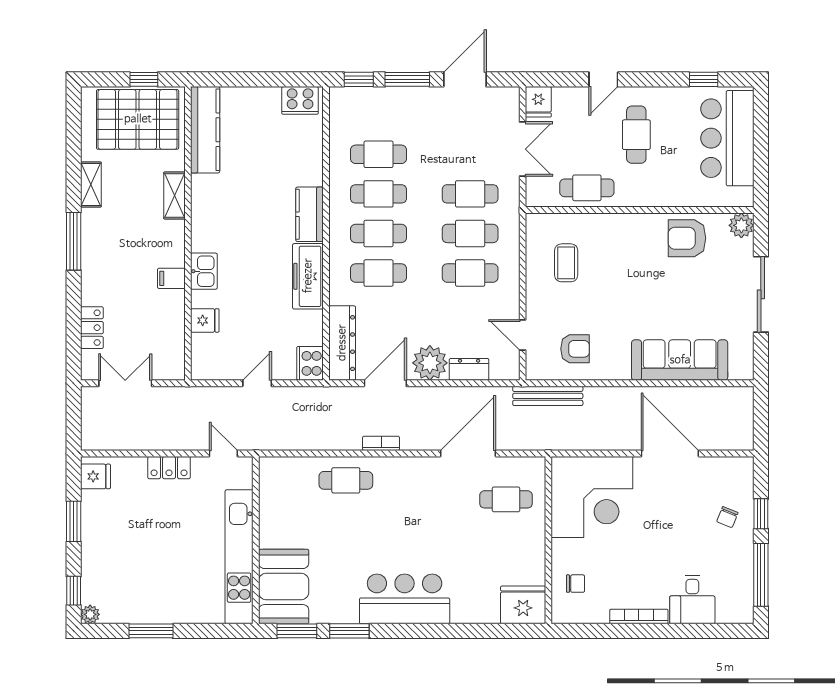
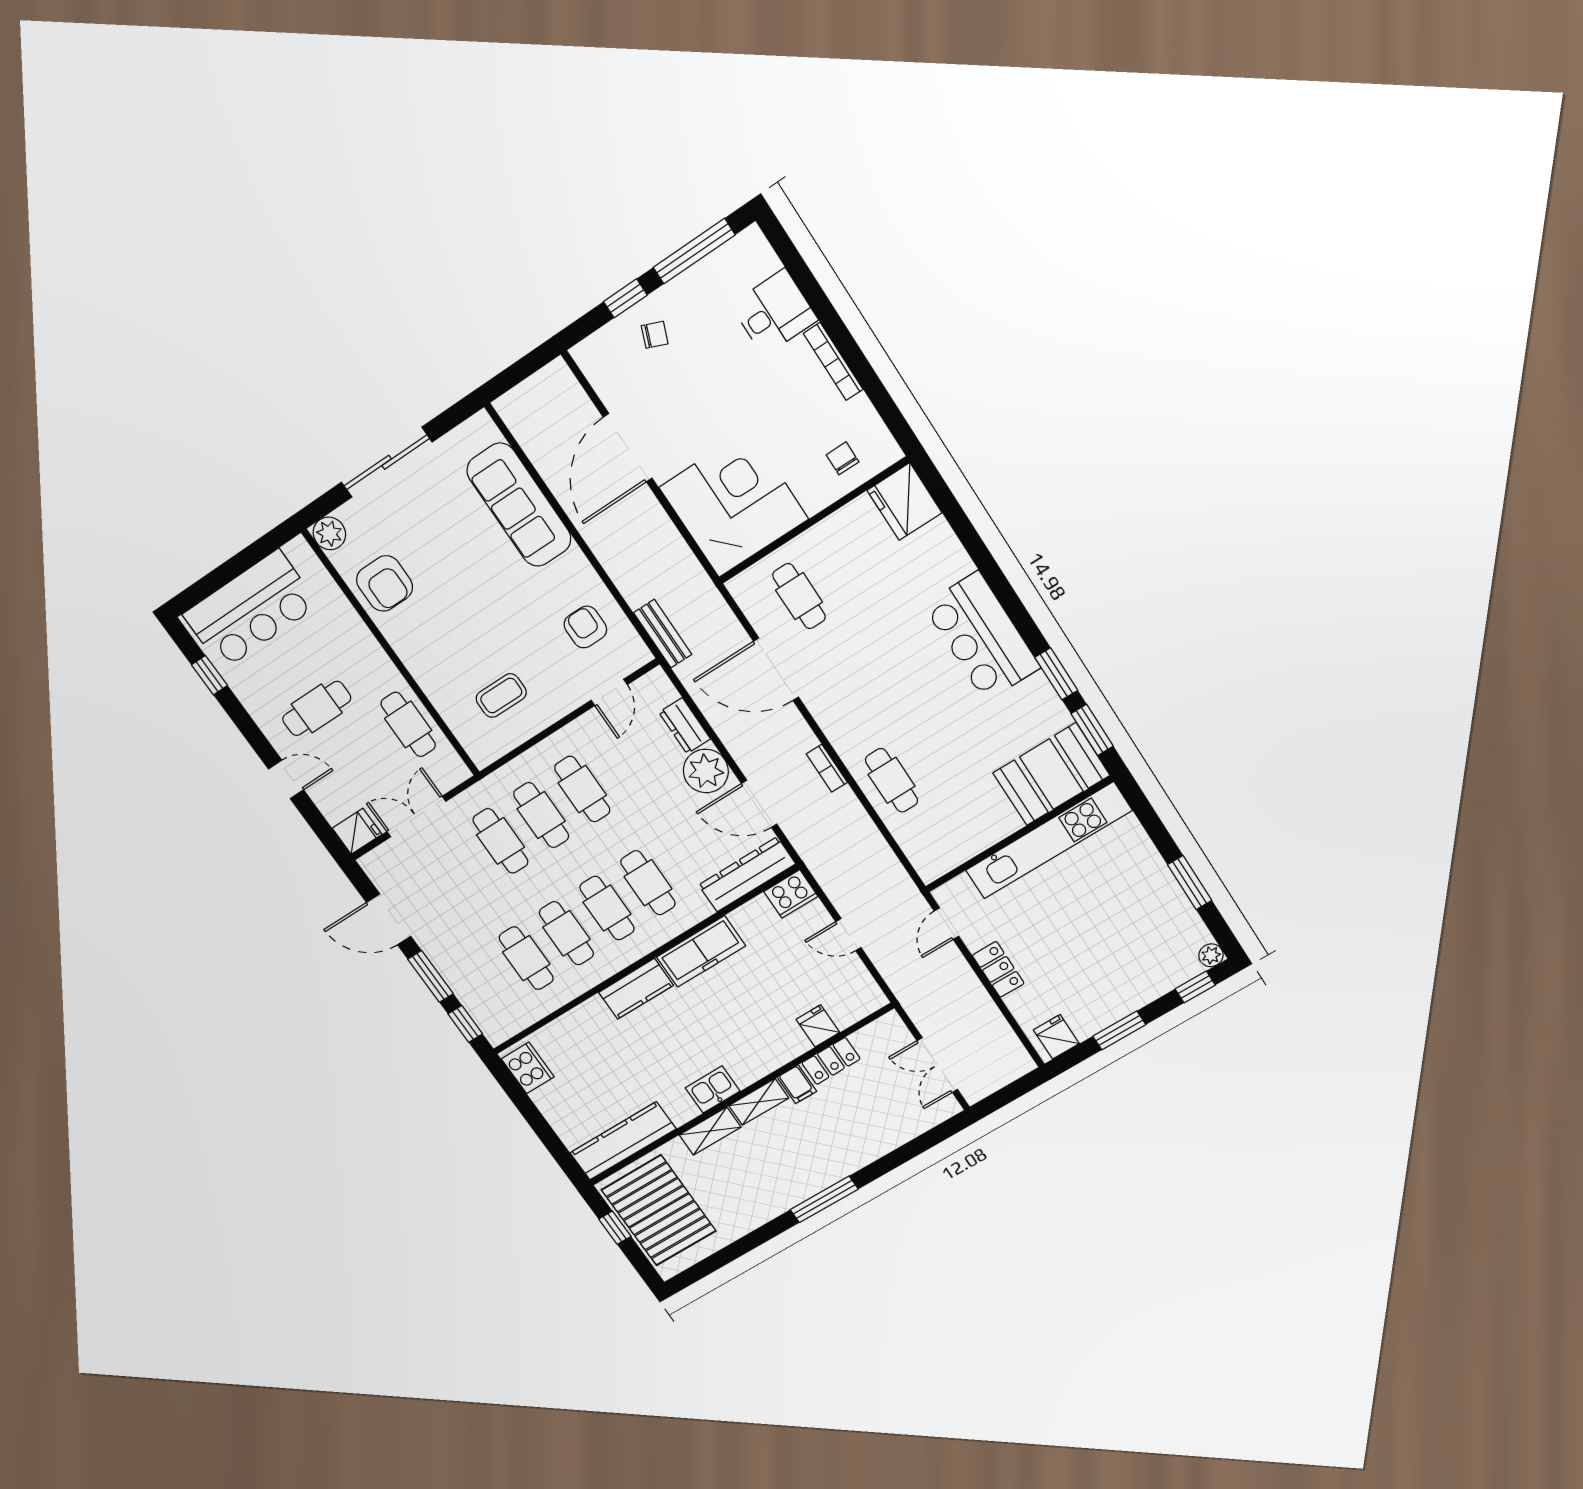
shelving: (91, 185) -> (759, 1102), moved
kitchen sink: (204, 271) -> (713, 1089), moved
locker: (92, 328) -> (831, 1061), moved, turned 180
bench: (548, 396) -> (663, 634), width x0.73

